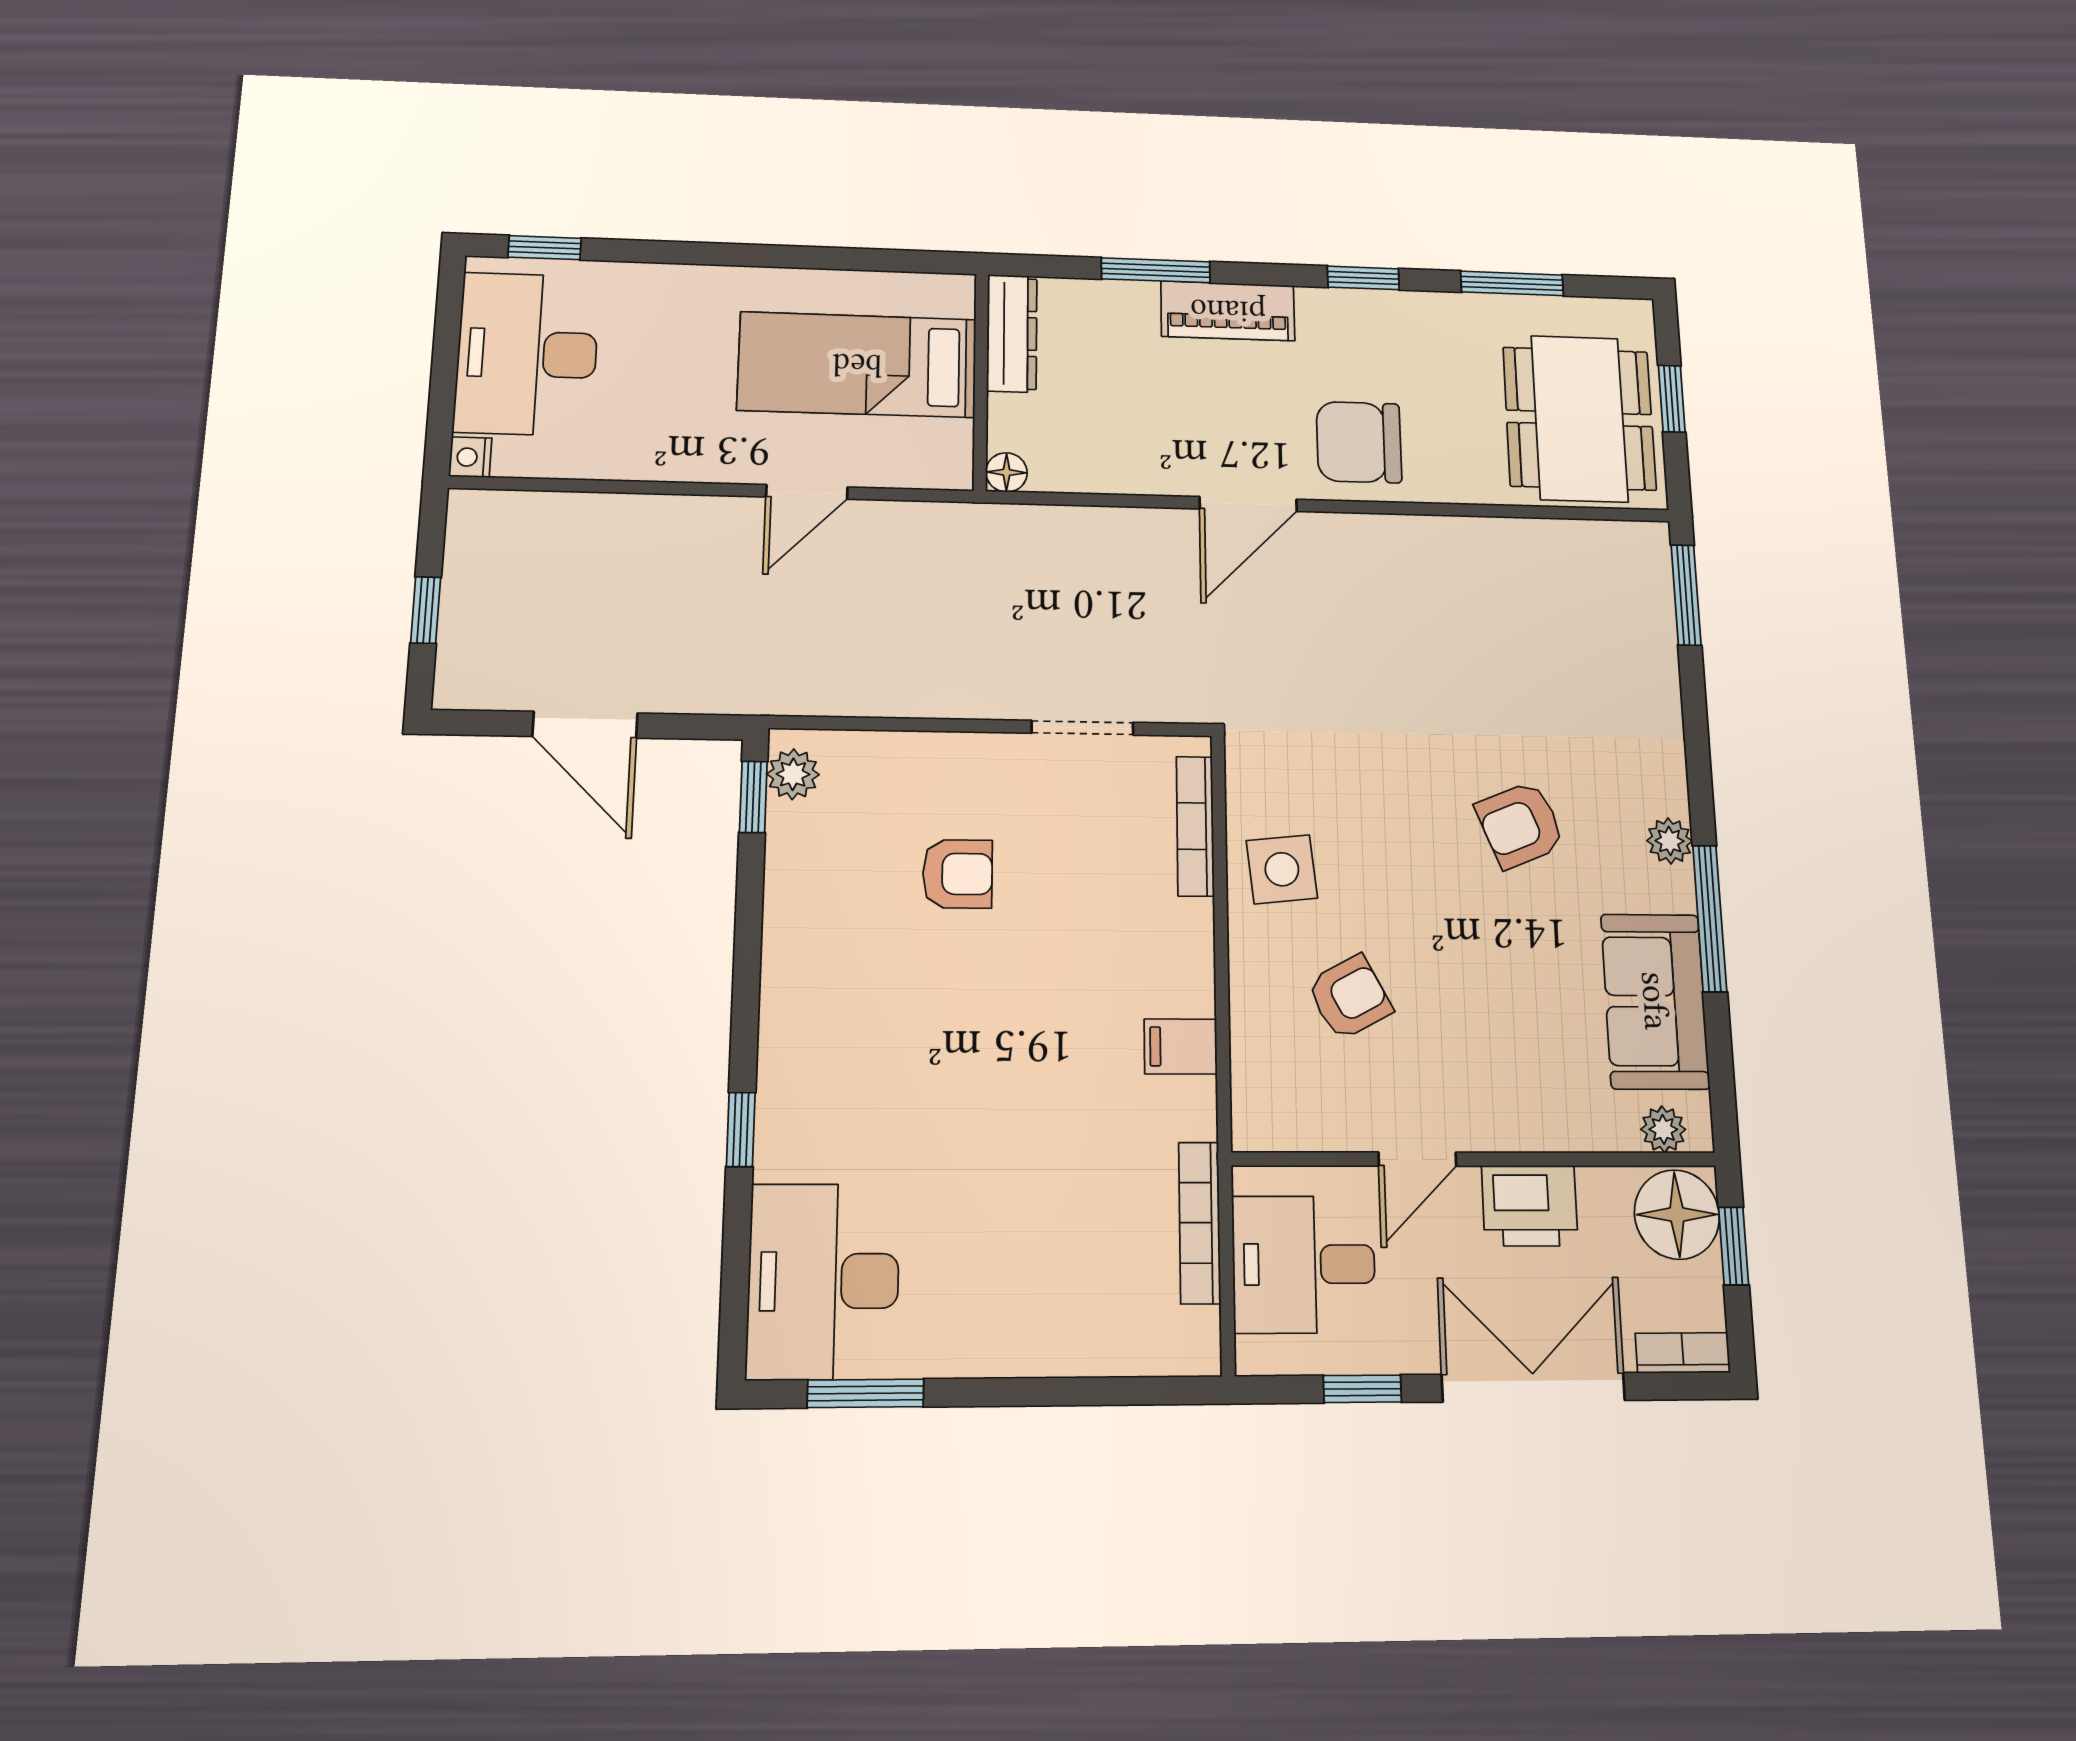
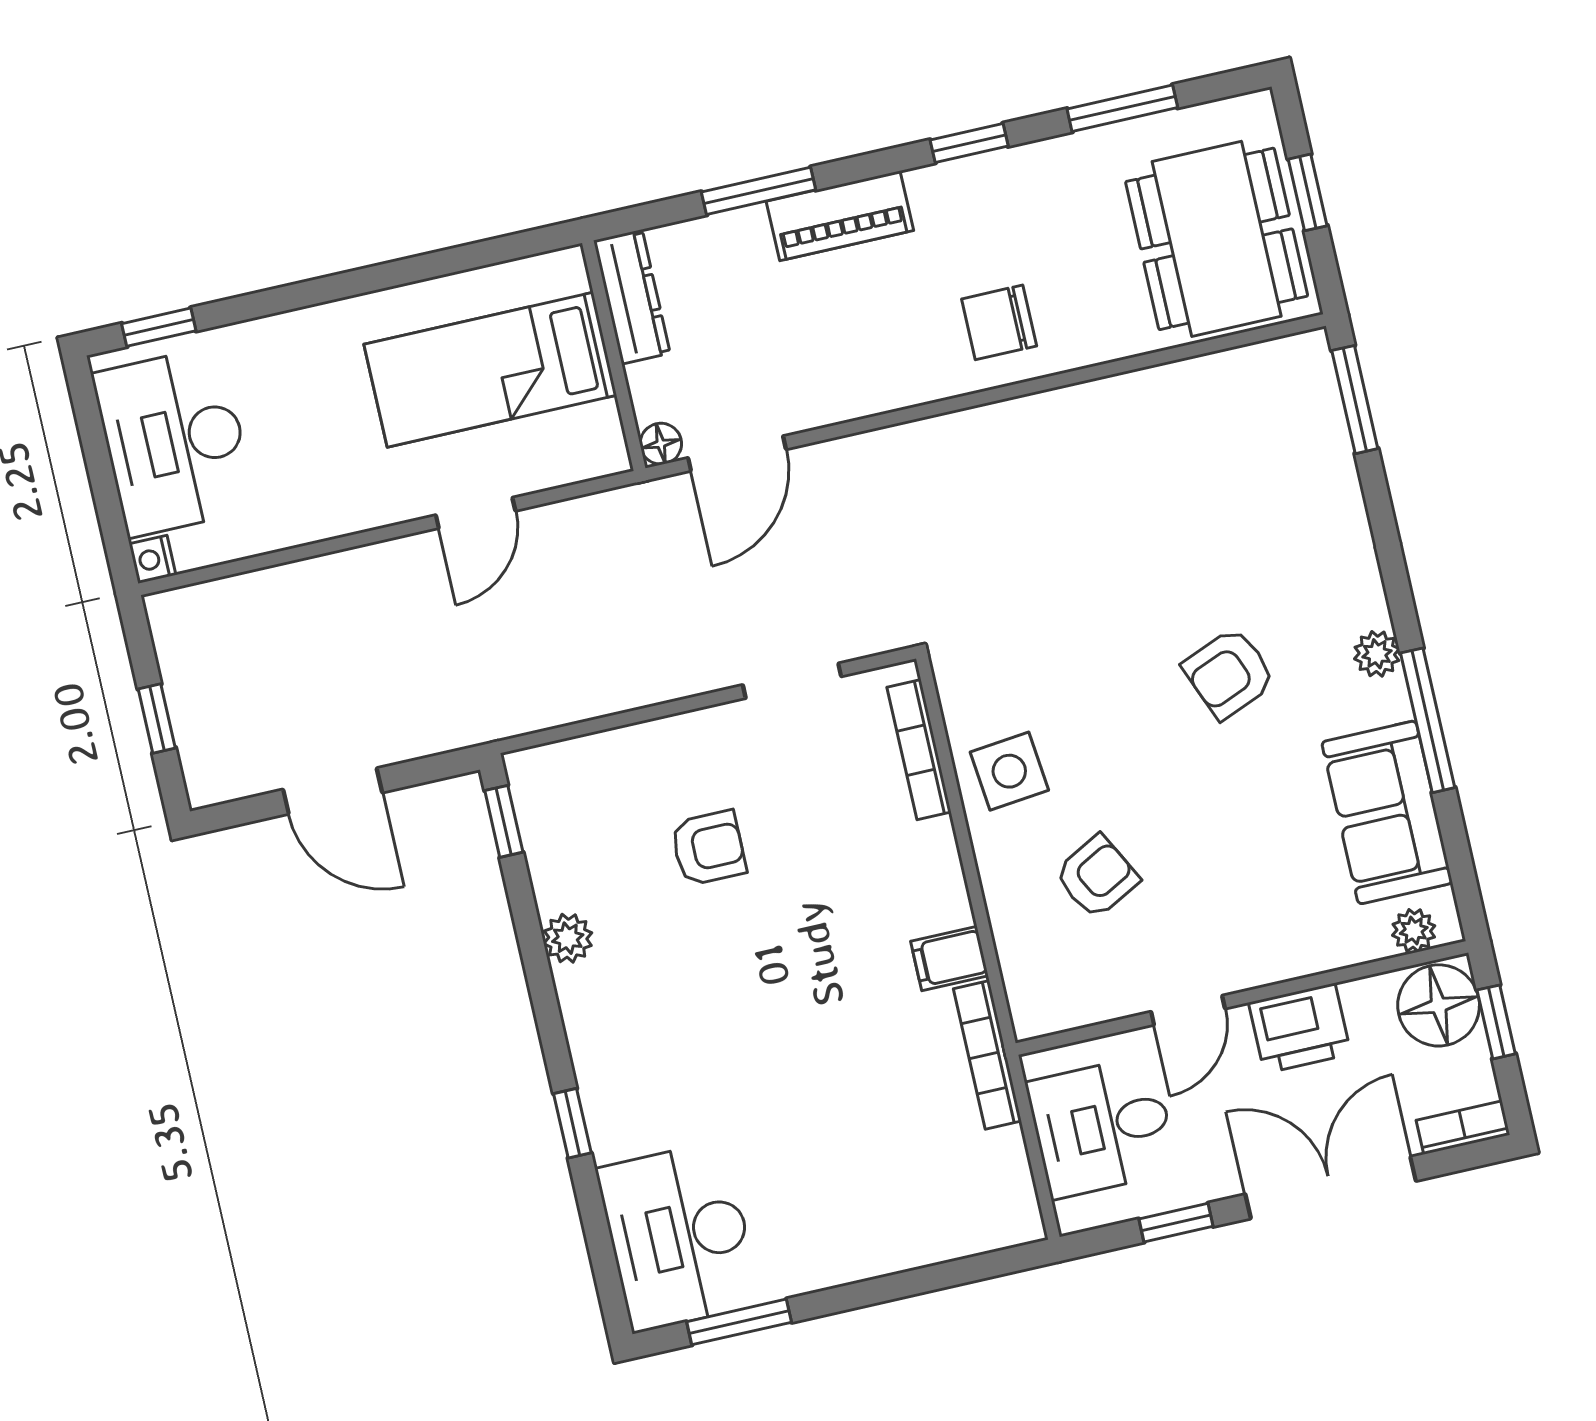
chair: (1359, 442) -> (999, 322), width x0.73, depth x0.73
door: (1248, 504) -> (737, 454), moved
plant: (793, 774) -> (568, 938), moved
bookcase: (1200, 1223) -> (987, 1055), moved

